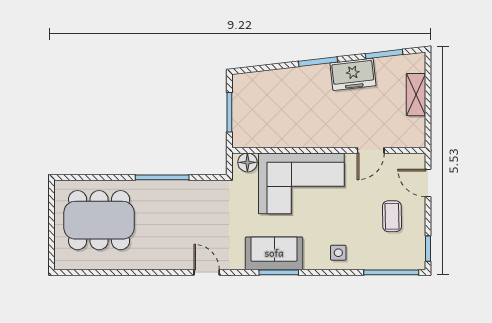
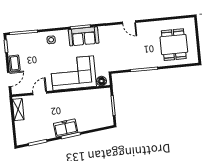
freezer: (353, 74) -> (66, 128), moved
shelving: (416, 95) -> (18, 109), moved
door: (428, 183) -> (9, 79), hinge flipped
coffee table: (392, 216) -> (15, 63), moved
dining table: (99, 220) -> (174, 45), width x0.73
door: (207, 272) -> (129, 22), moved

